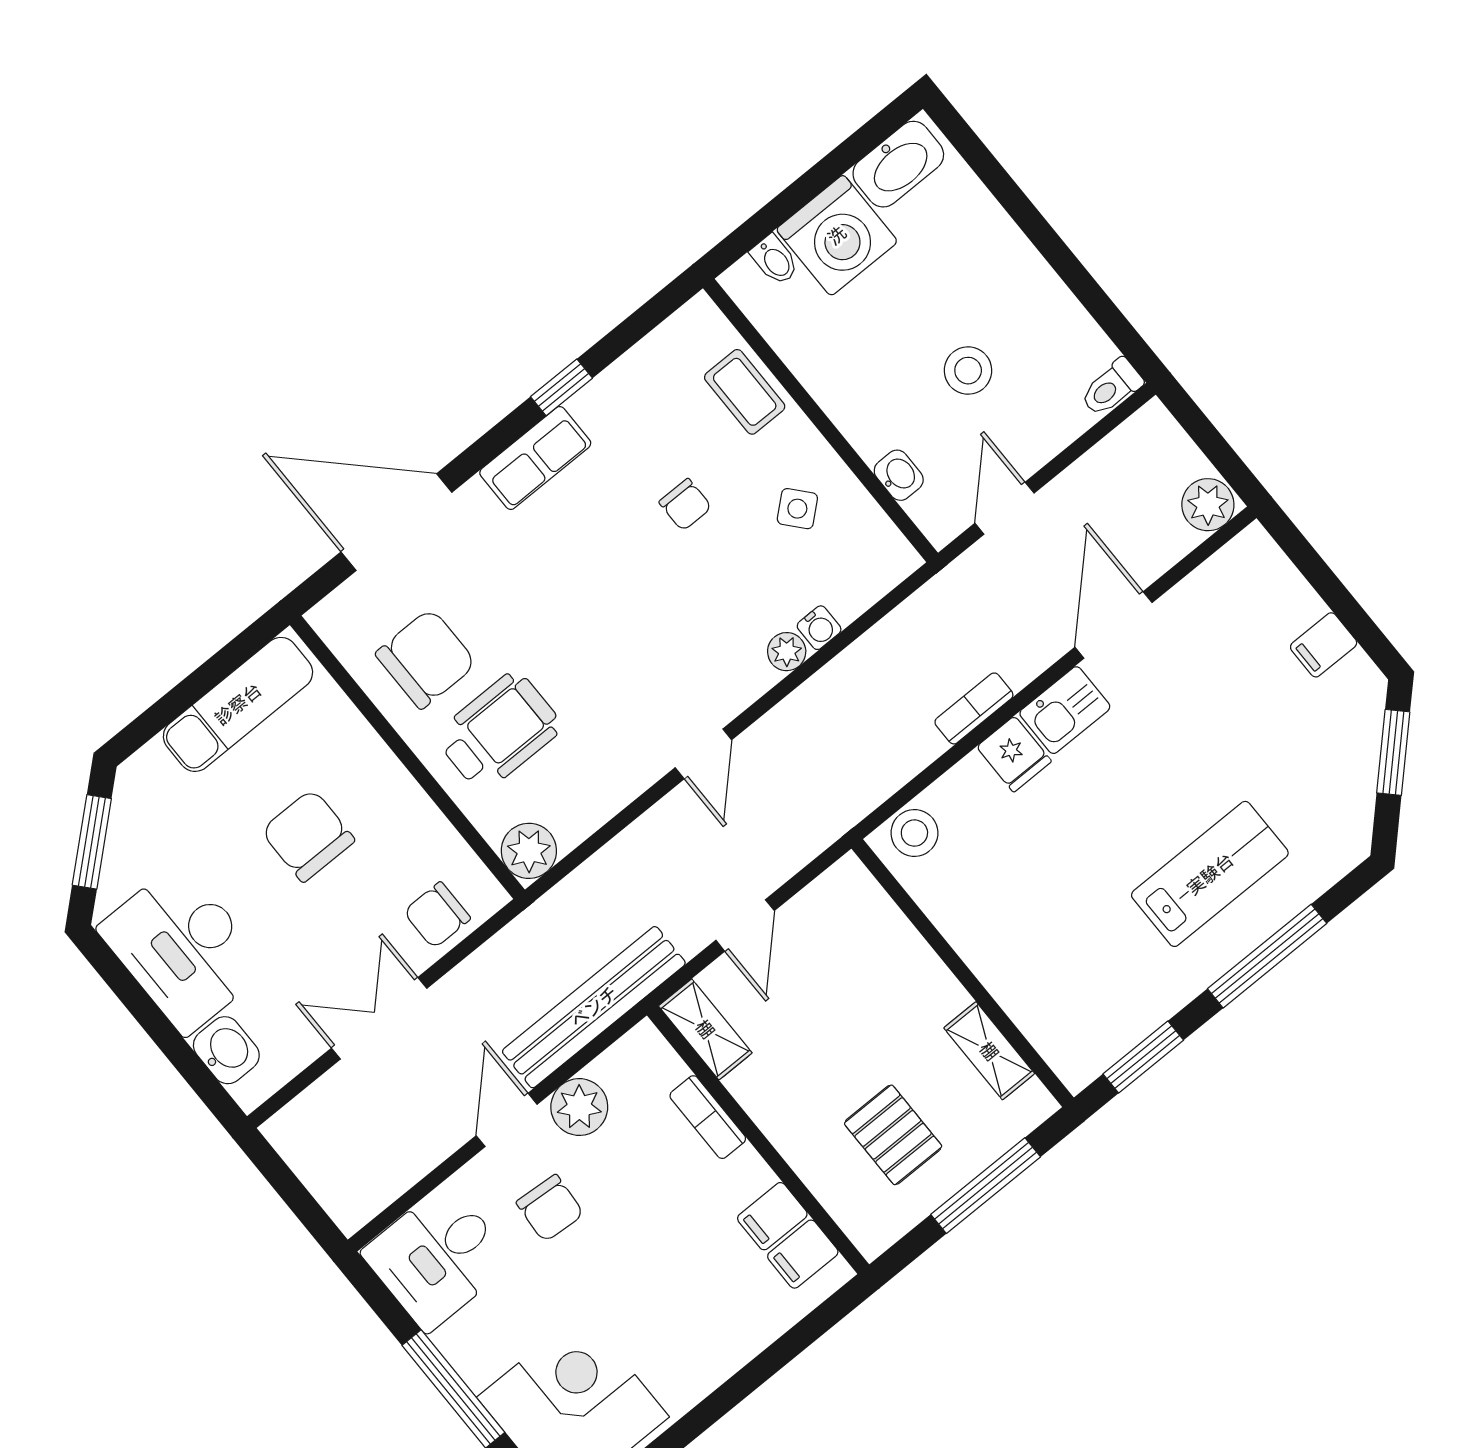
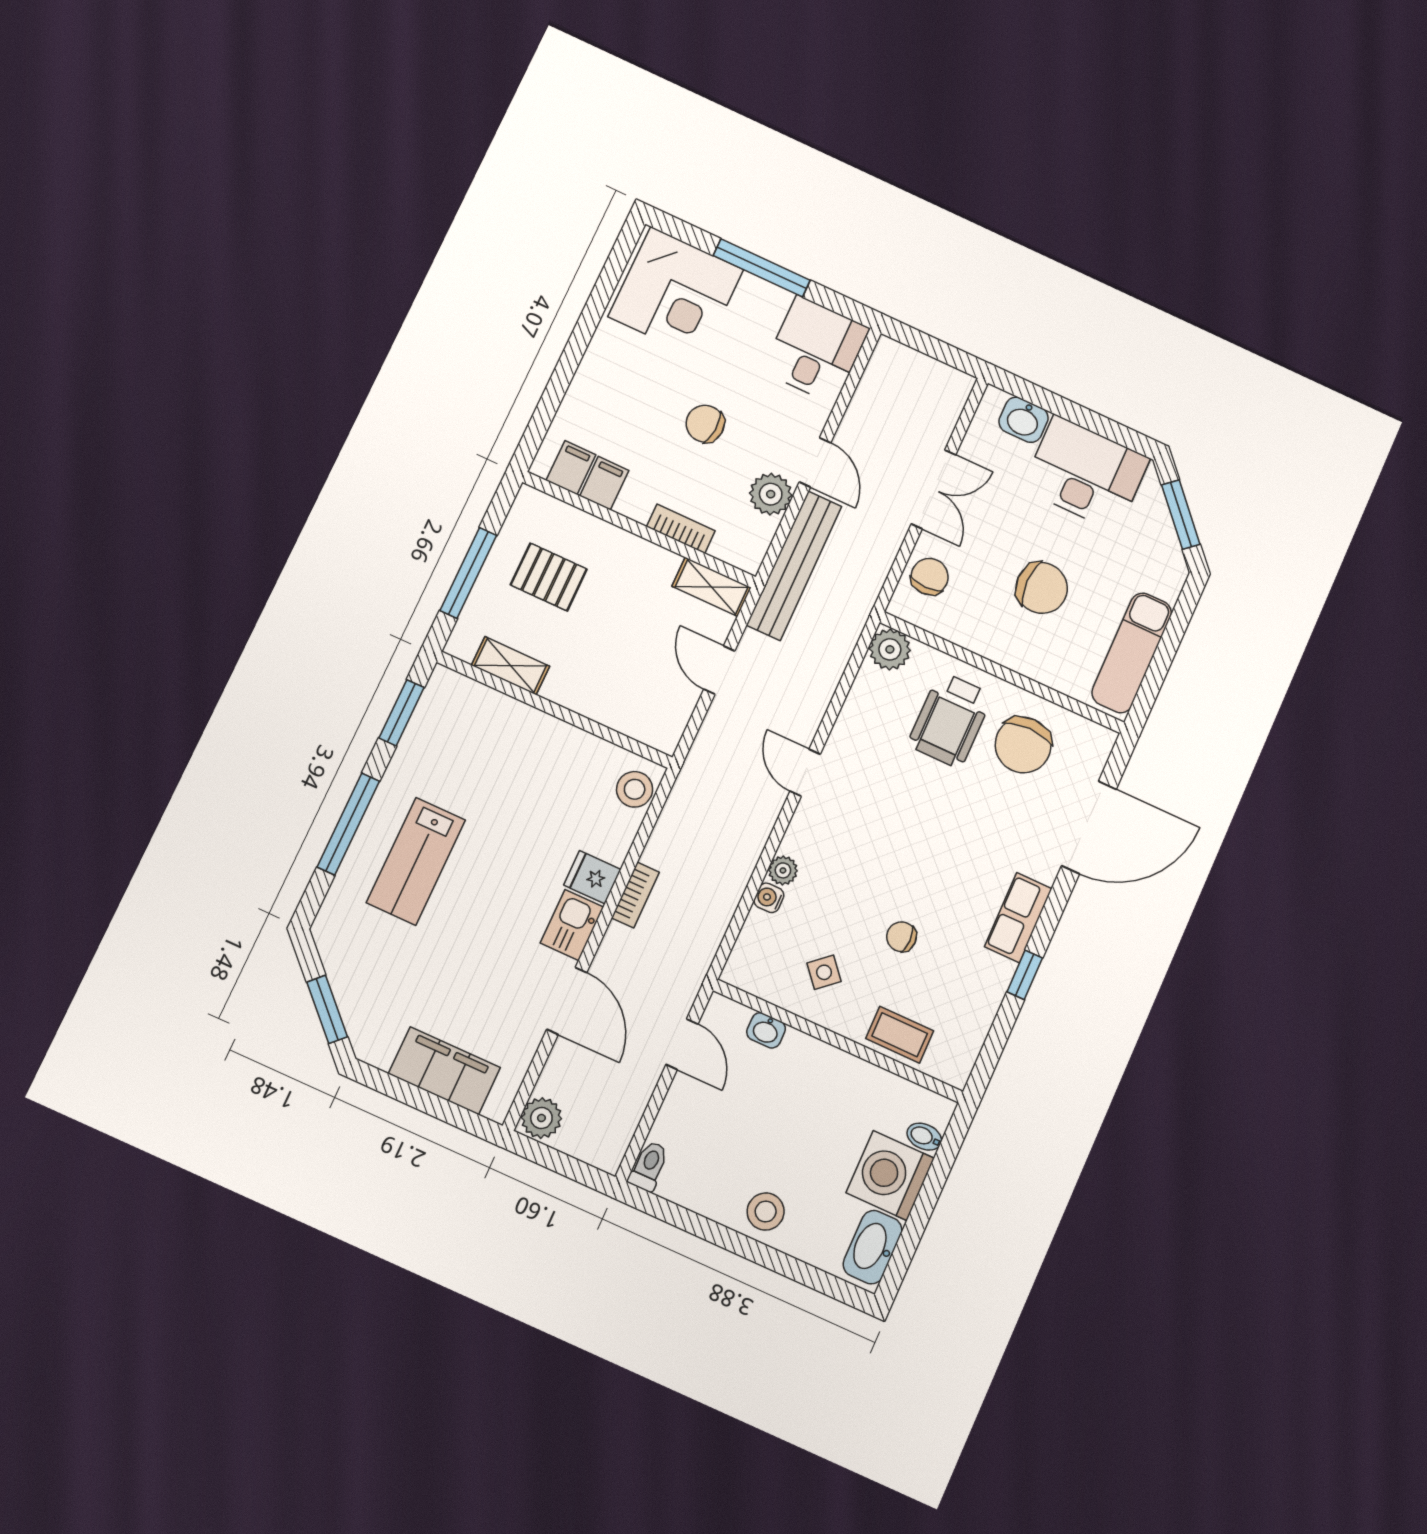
stool: (968, 371) -> (766, 1211), moved
filing cabinet: (1324, 645) -> (444, 1071), width x3.00, depth x1.17
chair: (550, 1208) -> (705, 424), moved

